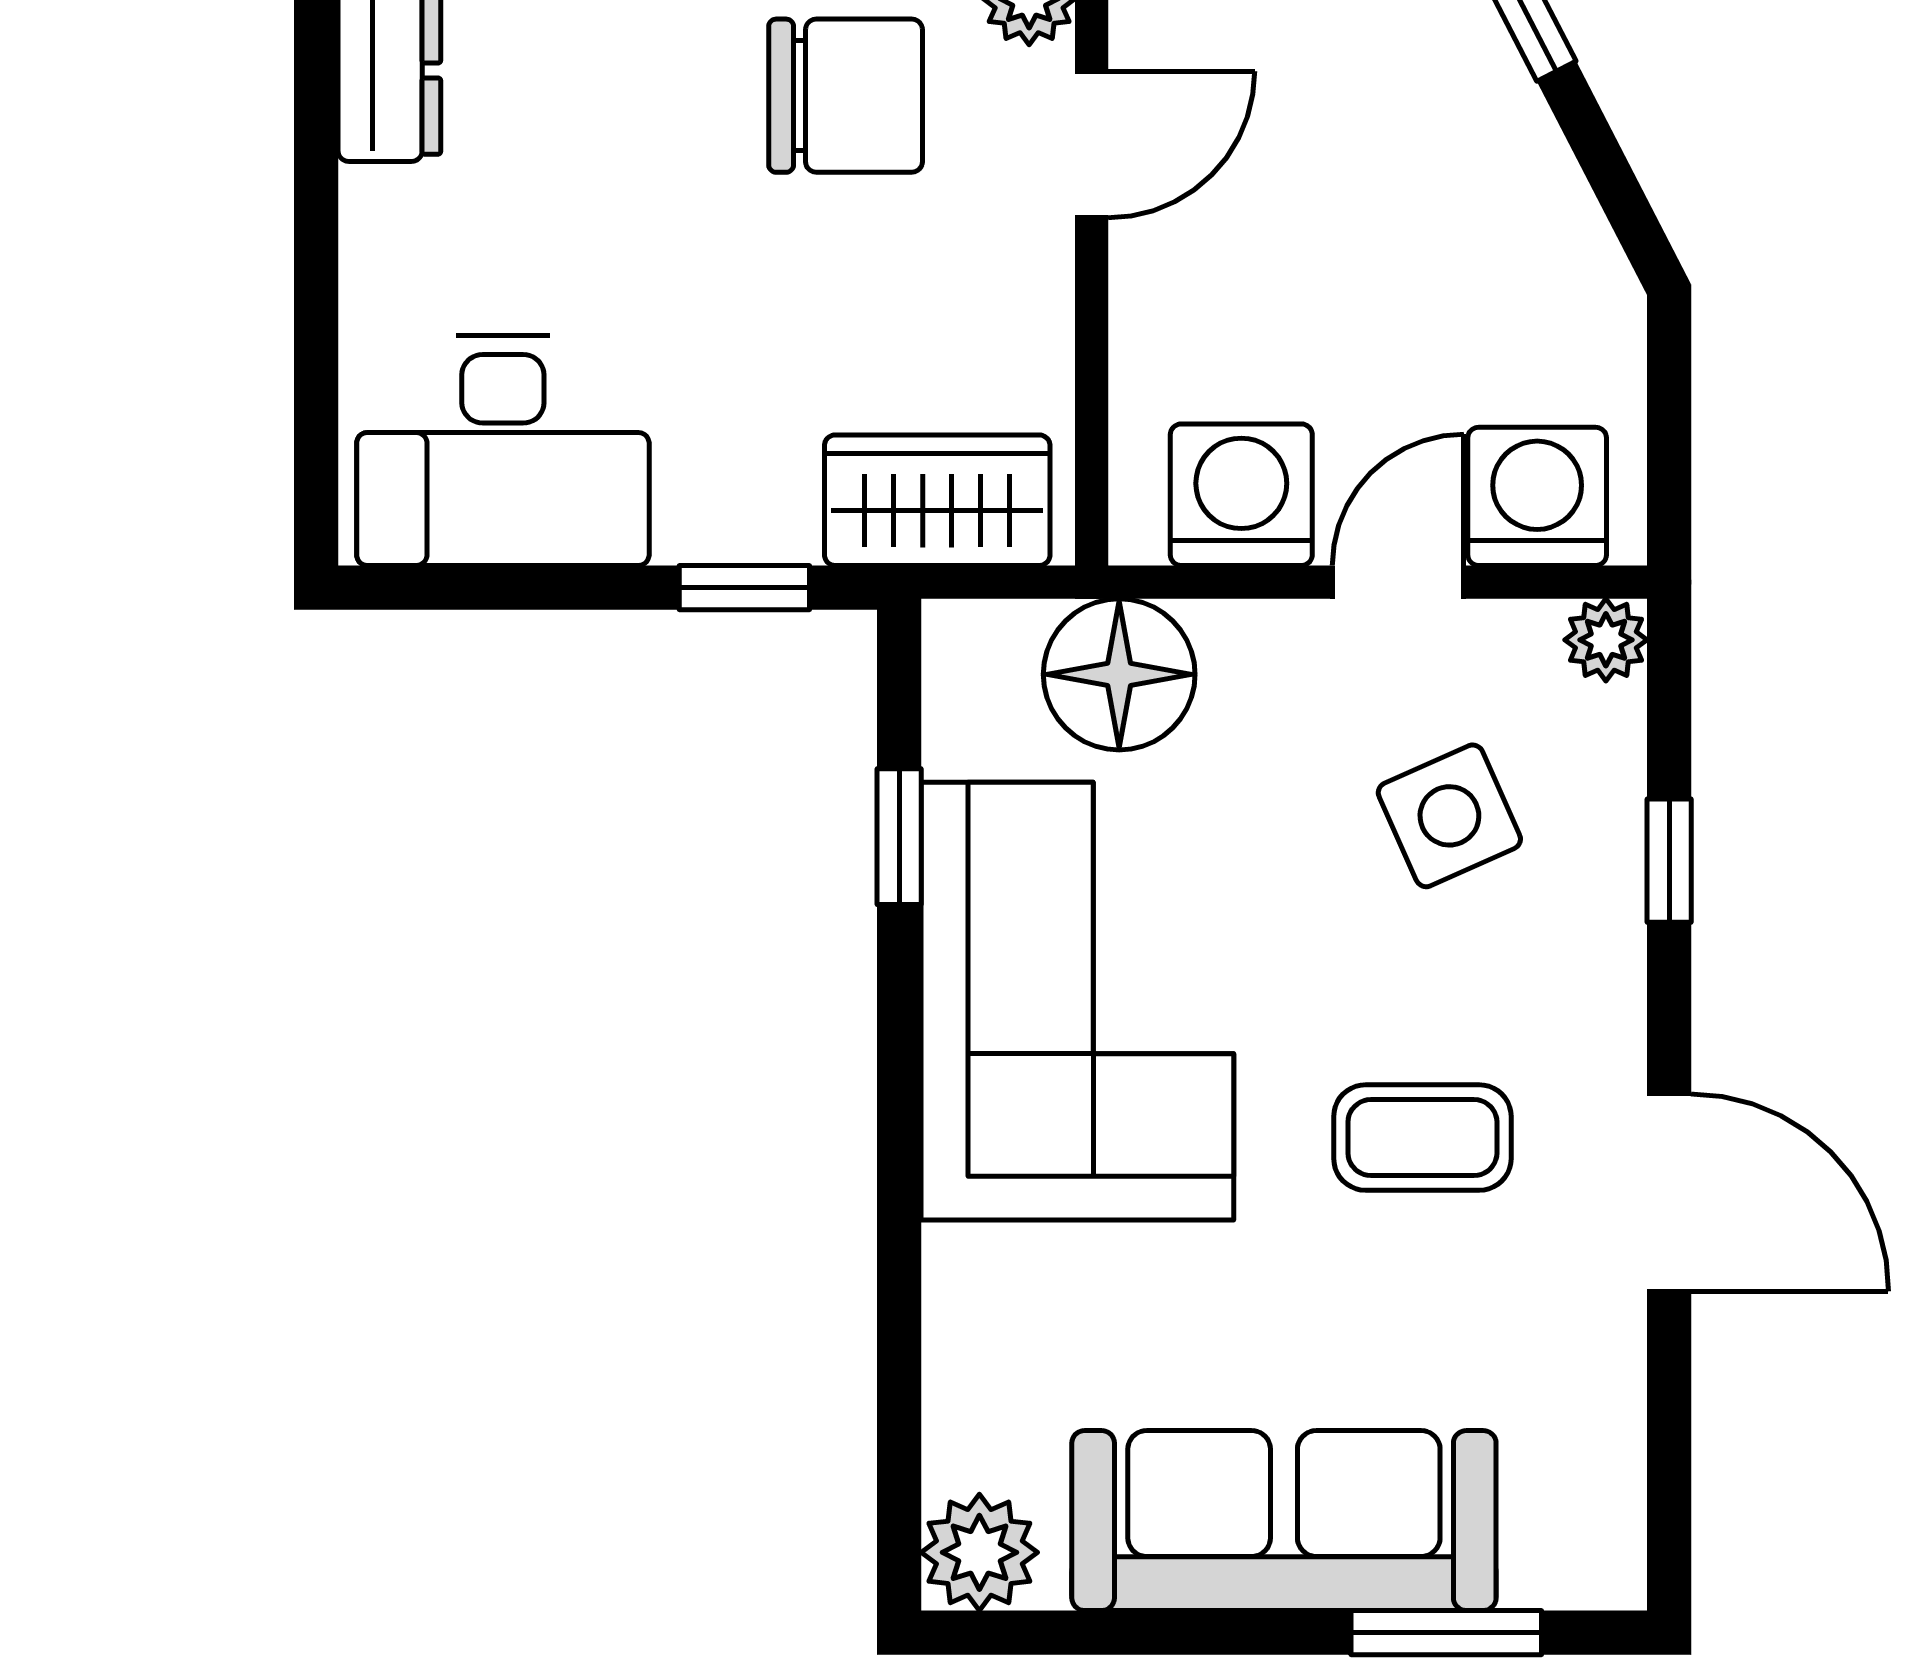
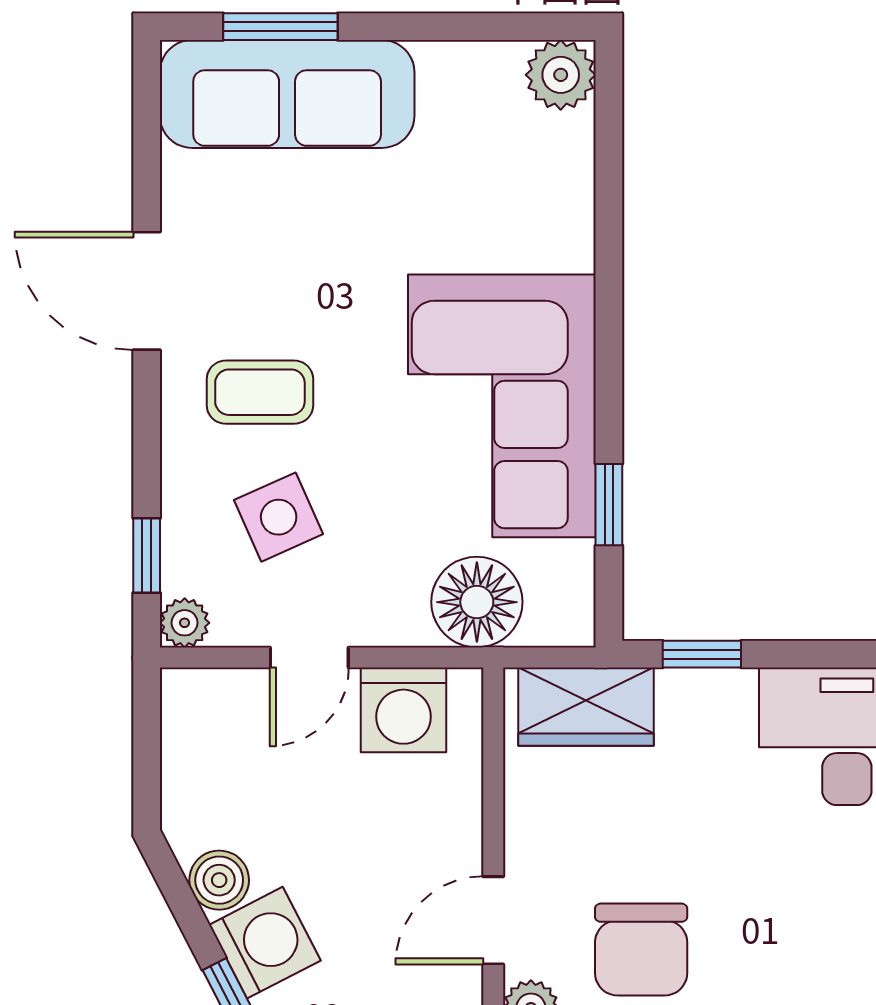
chair: (846, 96) -> (641, 950), turned -90
boiler: (1548, 211) -> (219, 880), added
washing machine: (1537, 496) -> (265, 943), moved, turned -117
window: (1669, 861) -> (147, 556), moved
coffee table: (1422, 1138) -> (260, 392), moved
sofa: (1284, 1521) -> (287, 94), moved

